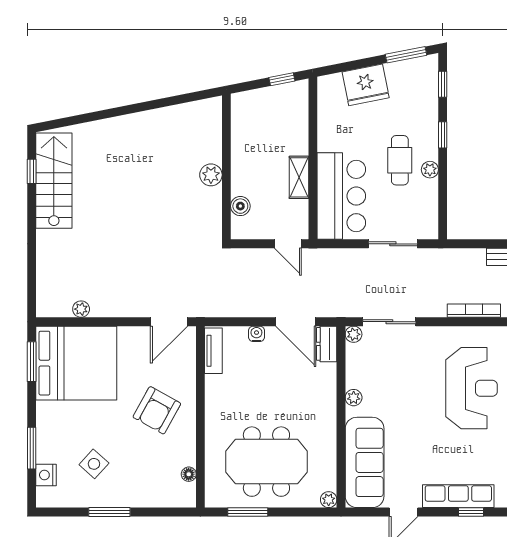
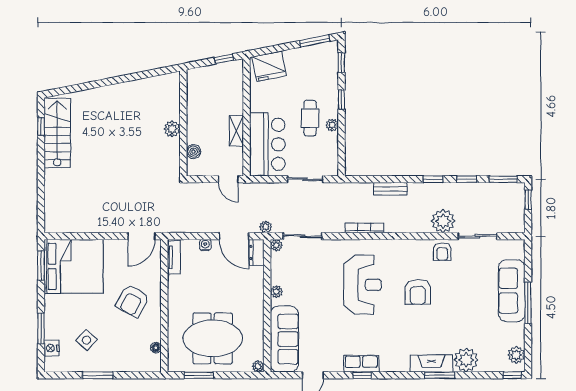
fridge: (366, 85) -> (269, 66), moved
plant: (81, 309) -> (266, 227), moved
row of seats: (458, 496) -> (361, 364), width x0.68

